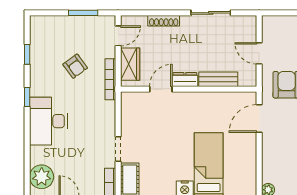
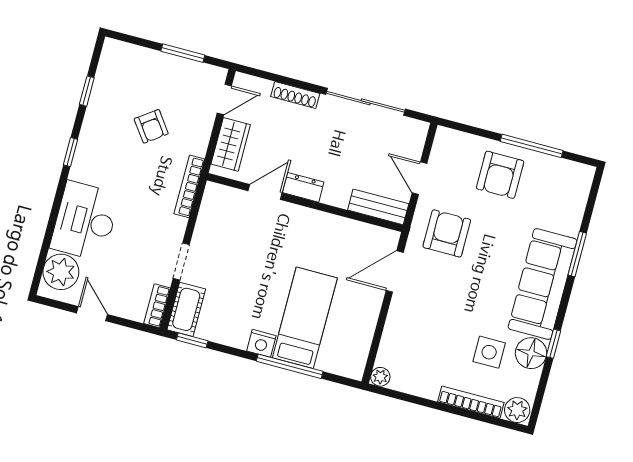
sliding door: (211, 13) -> (366, 102), width x1.37
bookcase: (110, 79) -> (189, 186), moved
bench: (218, 79) -> (378, 207), moved
desk: (48, 121) -> (85, 221), moved

